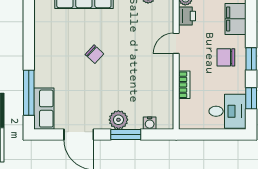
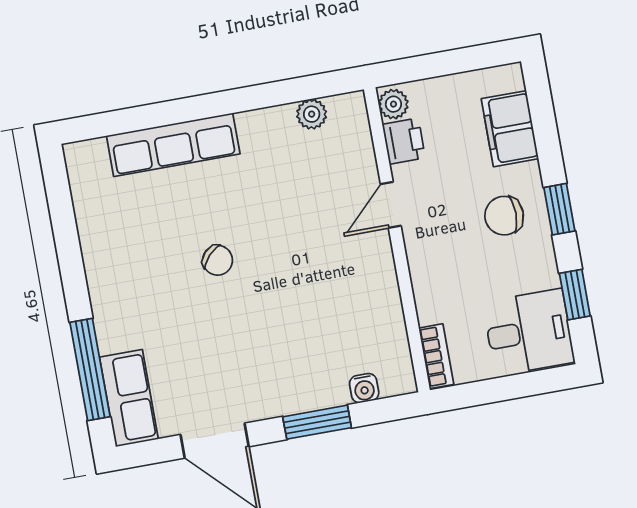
bookcase: (184, 85) -> (436, 356), moved
plant: (118, 120) -> (295, 393), removed

